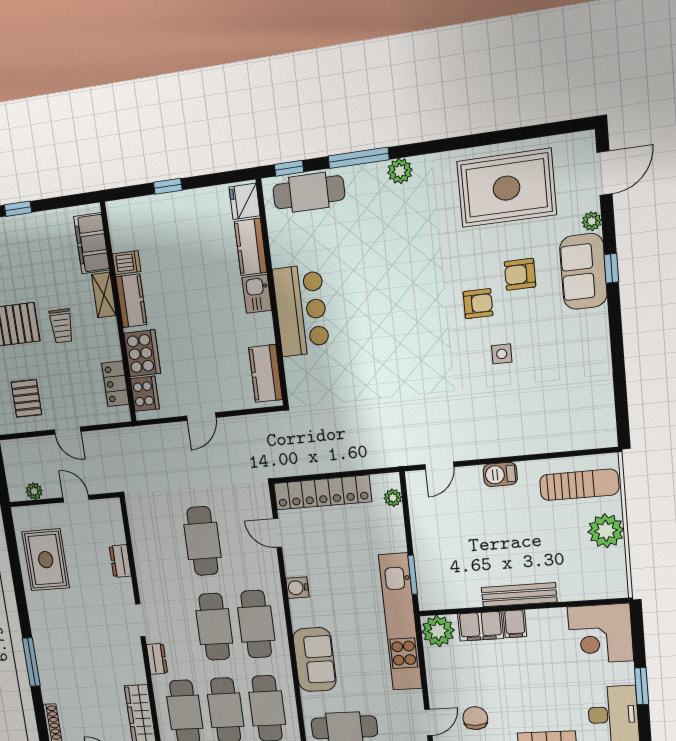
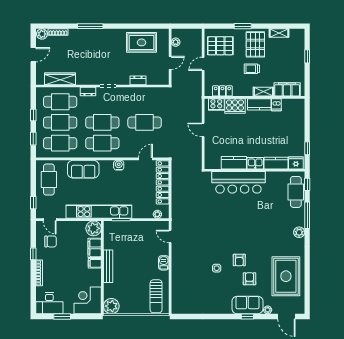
window: (168, 186) -> (307, 148), moved
bar counter: (301, 310) -> (238, 182), width x1.36
kitchen counter: (266, 373) -> (234, 163), moved
pallet: (26, 398) -> (220, 46), width x1.50, depth x1.42
plant: (606, 531) -> (111, 306), moved

